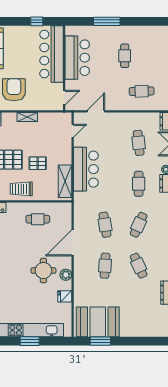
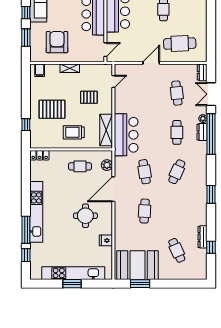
cafe table: (142, 91) -> (180, 43), width x1.37, depth x1.35
door: (96, 111) -> (151, 63), moved
pallet: (38, 163) -> (89, 97), moved
bar counter: (86, 169) -> (126, 135), moved
trolley: (21, 189) -> (74, 132), moved
cafe table: (139, 266) -> (177, 250), moved
plant: (66, 275) -> (107, 165), moved

